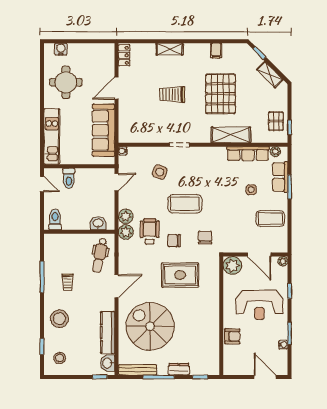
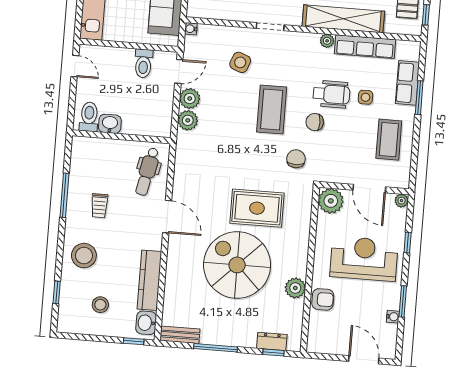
shelving: (231, 135) -> (343, 19), width x1.47
plant: (275, 152) -> (327, 41), moved
toilet: (69, 178) -> (143, 63), moved
coffee table: (185, 204) -> (272, 110), turned 90
coffee table: (270, 219) -> (389, 140), turned 90
washbasin: (98, 223) -> (110, 124), moved
wheelchair: (150, 231) -> (331, 94), moved, turned 90
plant: (126, 232) -> (190, 99), moved
chair: (174, 241) -> (315, 122), moved
door: (117, 286) -> (167, 217), hinge flipped
reception desk: (259, 305) -> (364, 259), turned 180
spiral stairs: (150, 326) -> (237, 265), moved
plant: (212, 330) -> (295, 288), added
stool: (60, 358) -> (100, 305), moved
dresser: (179, 369) -> (272, 341), moved
bench: (137, 370) -> (180, 335), width x0.73

